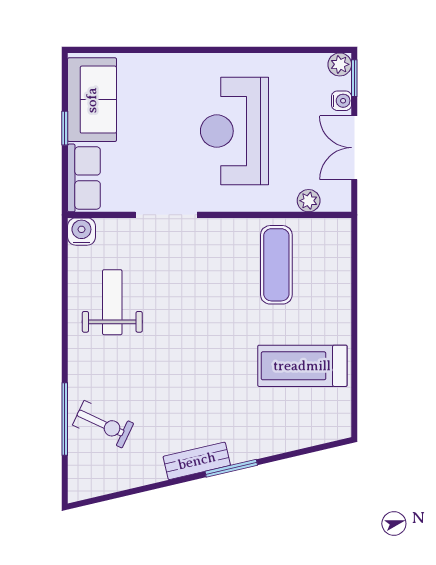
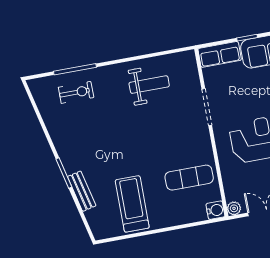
plant: (309, 201) -> (234, 208), moved
water cooler: (81, 232) -> (215, 210), moved
exercise bike: (103, 424) -> (76, 92), turned -115
bench: (197, 461) -> (82, 191), moved

